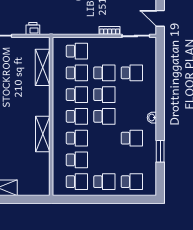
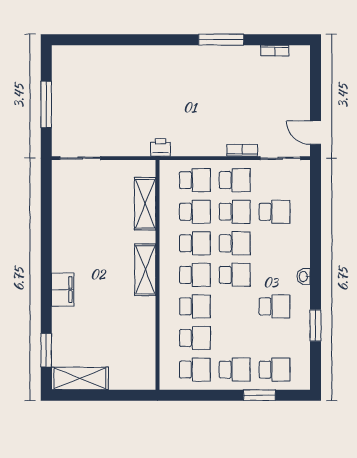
printer: (33, 29) -> (161, 147), moved
school desk: (104, 51) -> (235, 180), added
shelving: (43, 134) -> (145, 270), moved
window: (121, 199) -> (259, 395), added

